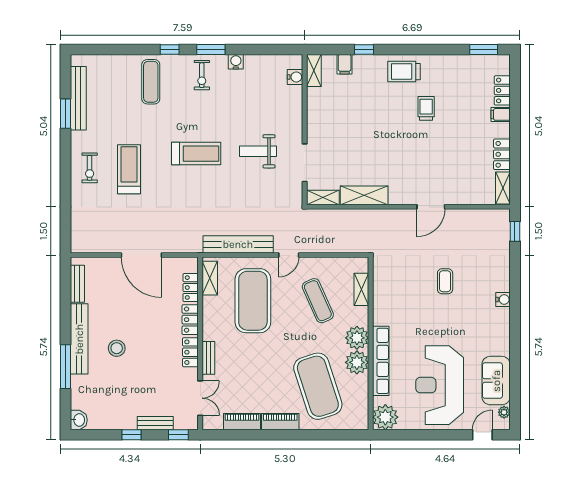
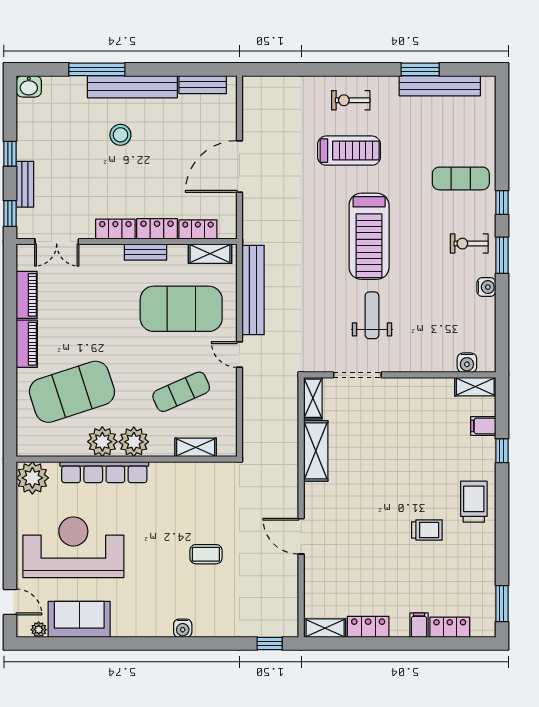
treadmill: (196, 154) -> (369, 236), width x1.37, depth x1.38
bench: (208, 358) -> (145, 252), moved

